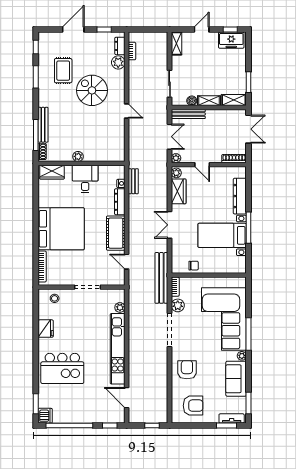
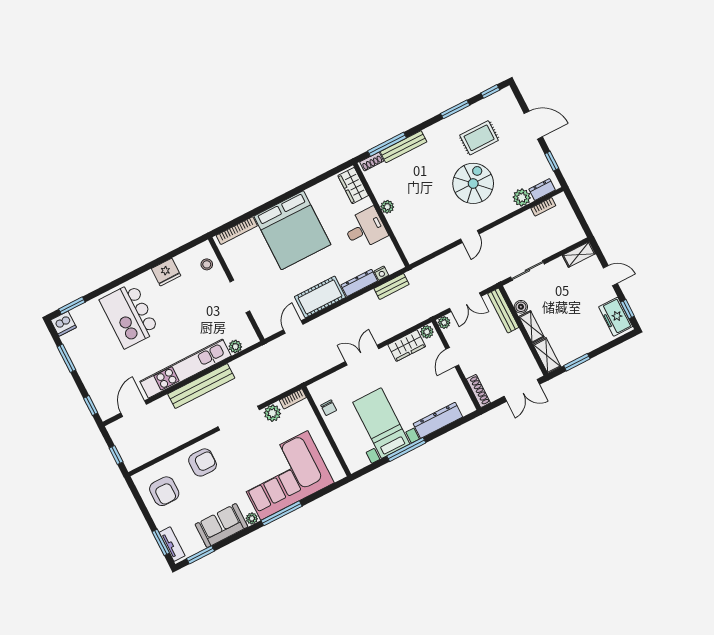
bench: (161, 278) -> (201, 386), moved
window: (69, 426) -> (67, 358), width x0.47

